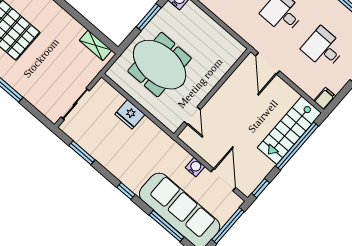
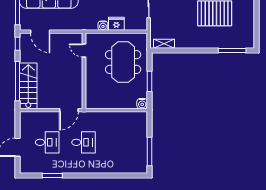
door: (267, 63) -> (69, 110), swing flipped
meeting table: (160, 65) -> (123, 62), turned 90
filing cabinet: (325, 99) -> (24, 117), removed
water cooler: (195, 167) -> (103, 26), moved

